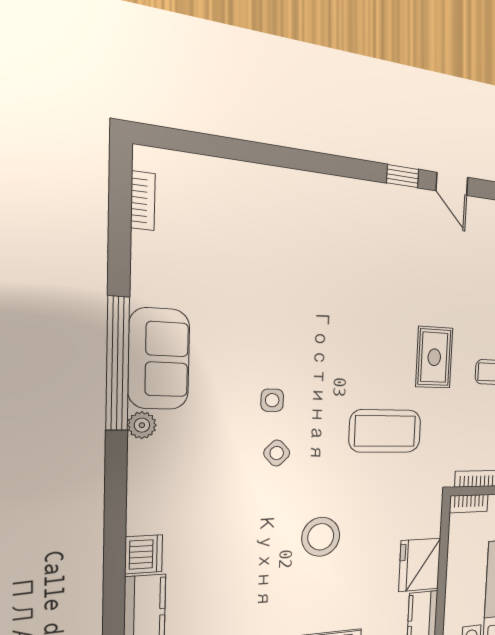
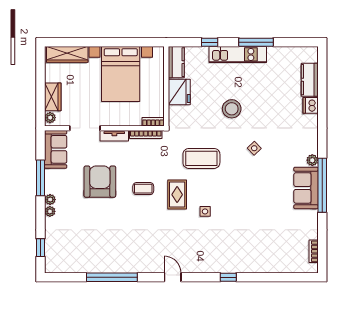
window: (403, 176) -> (228, 277), moved
side table: (272, 400) -> (205, 211), moved

